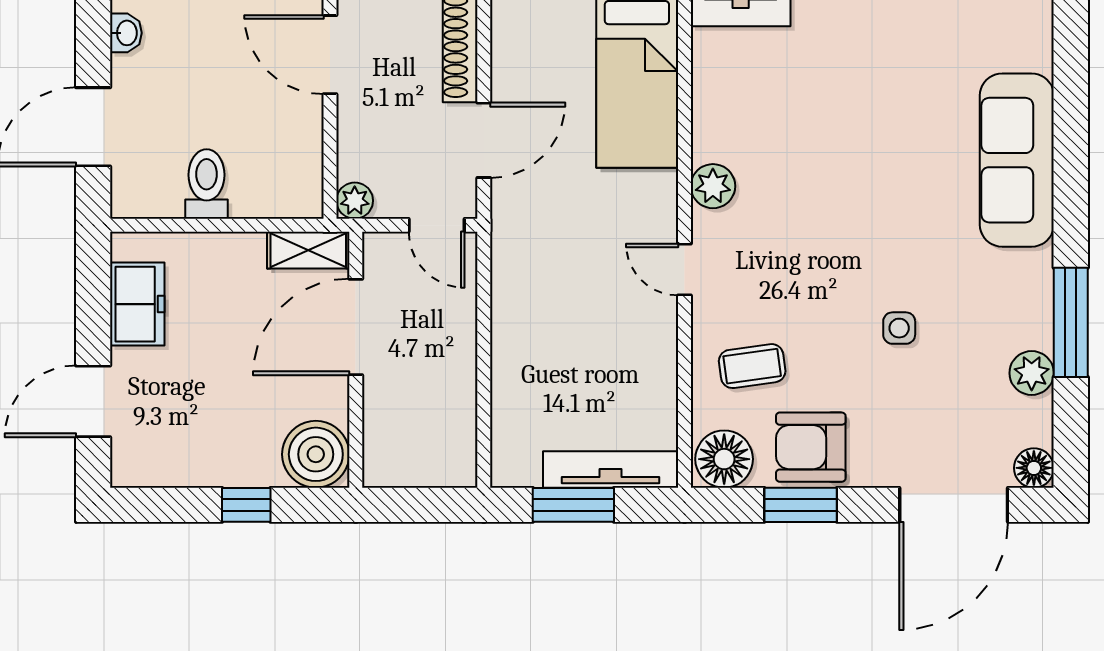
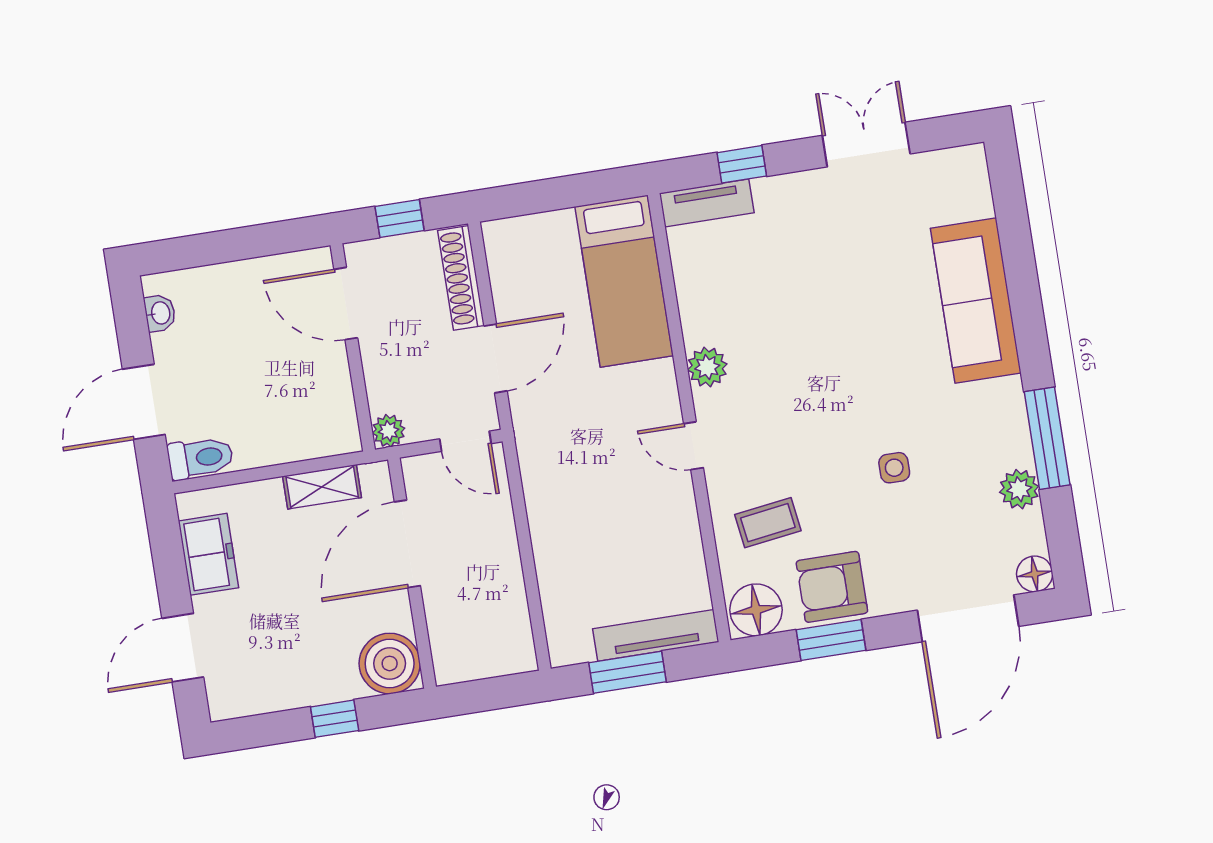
toilet: (207, 184) -> (200, 458), moved, turned 90
shelving: (308, 250) -> (322, 487), moved

